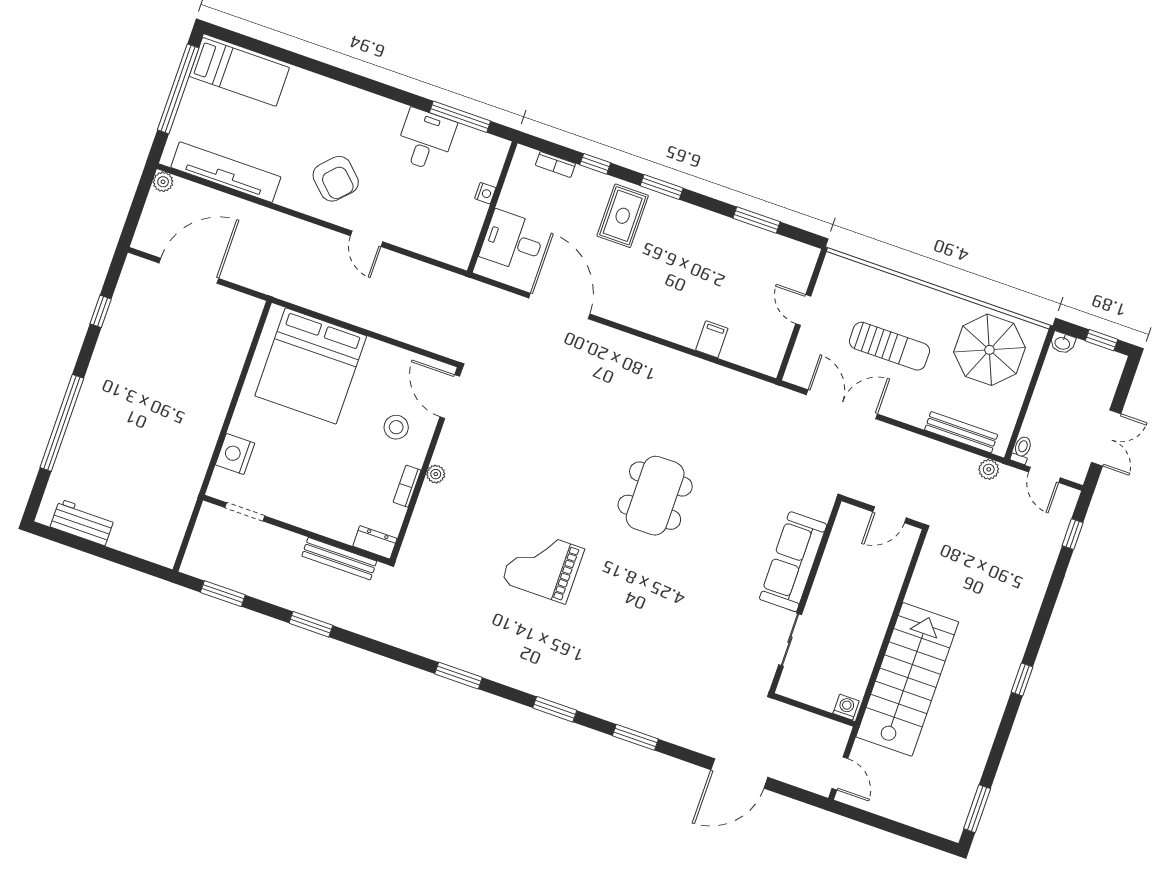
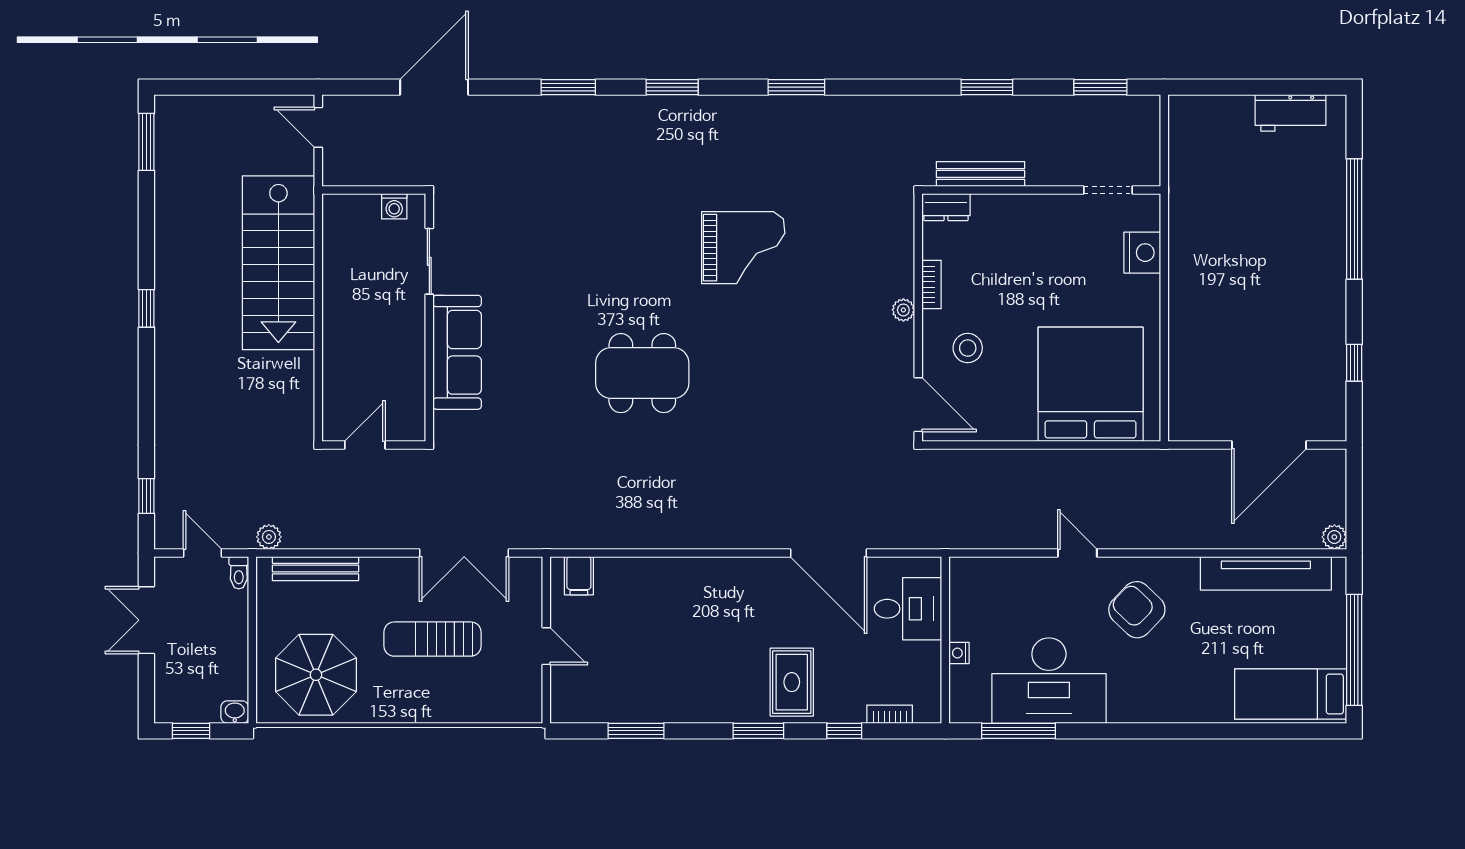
desk: (426, 140) -> (1049, 681), width x1.87, depth x1.30
filing cabinet: (712, 339) -> (579, 576), moved
dining table: (655, 496) -> (642, 373), turned 90
washing machine: (846, 707) -> (394, 206), moved

